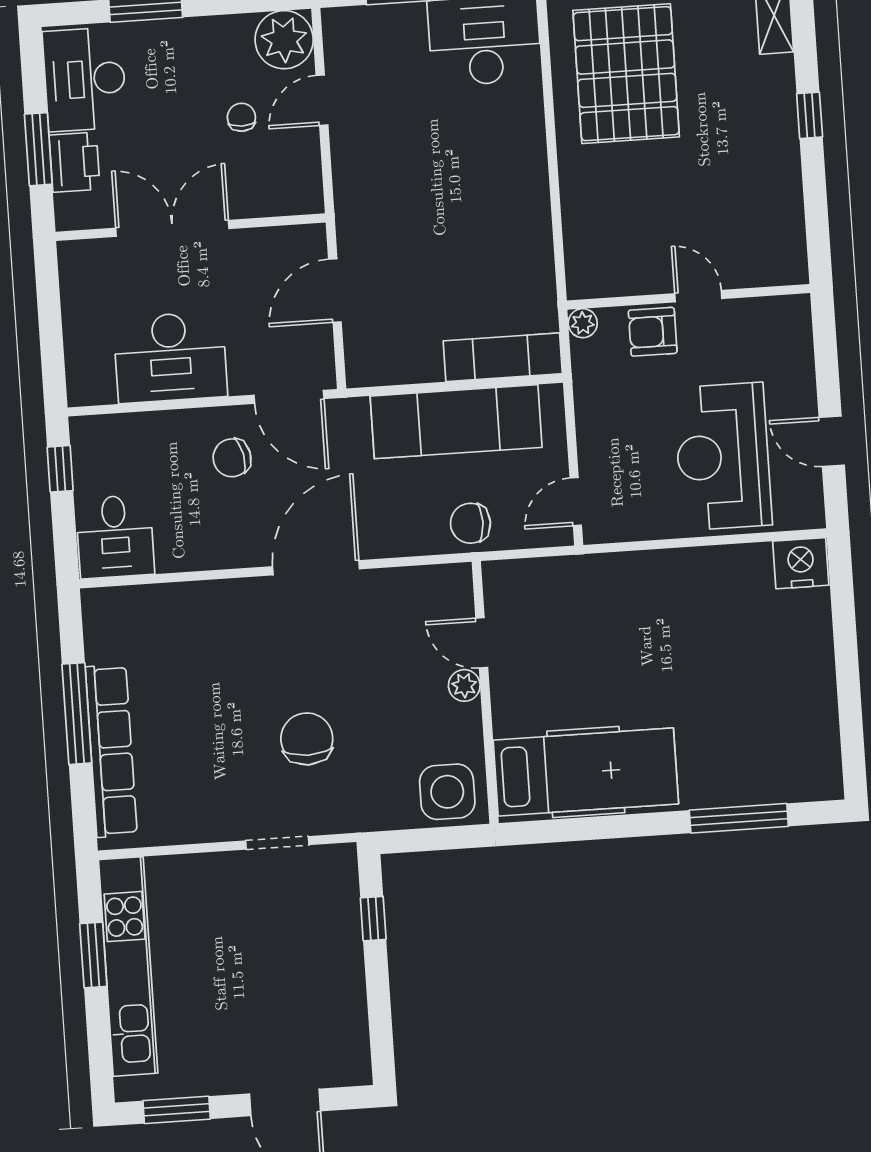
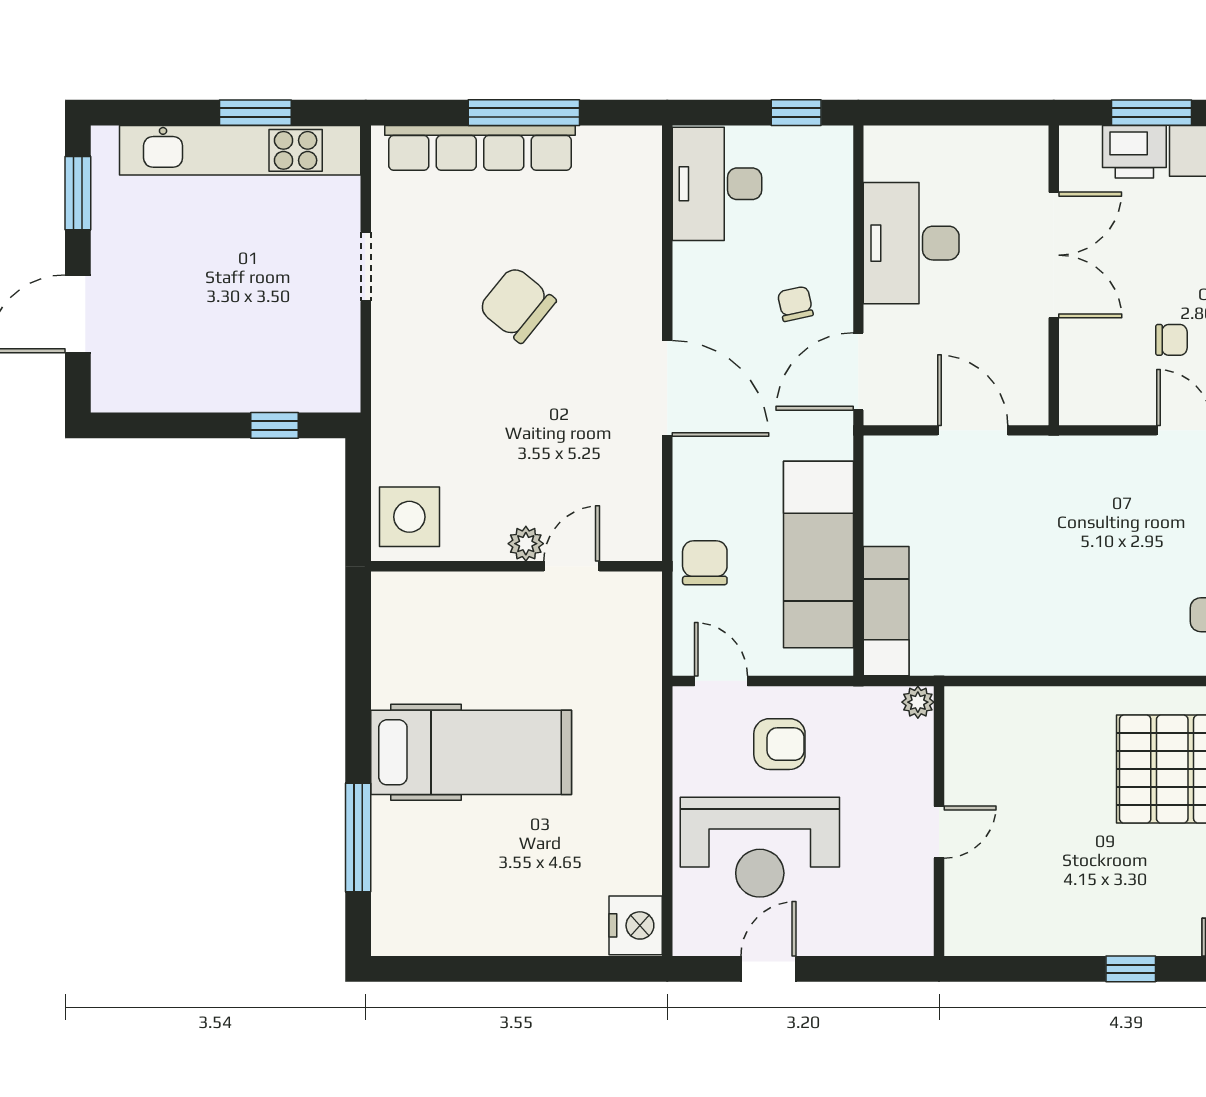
armchair: (653, 332) -> (779, 744), moved, turned 90
reception desk: (723, 456) -> (760, 847), turned 180
chair: (232, 458) -> (795, 304), width x0.73, depth x0.73
desk: (115, 537) -> (717, 184), width x1.37
chair: (307, 739) -> (517, 305), moved, turned -141
hospital bed: (586, 772) -> (471, 752), moved, turned -90
doorway: (277, 843) -> (366, 267), moved

